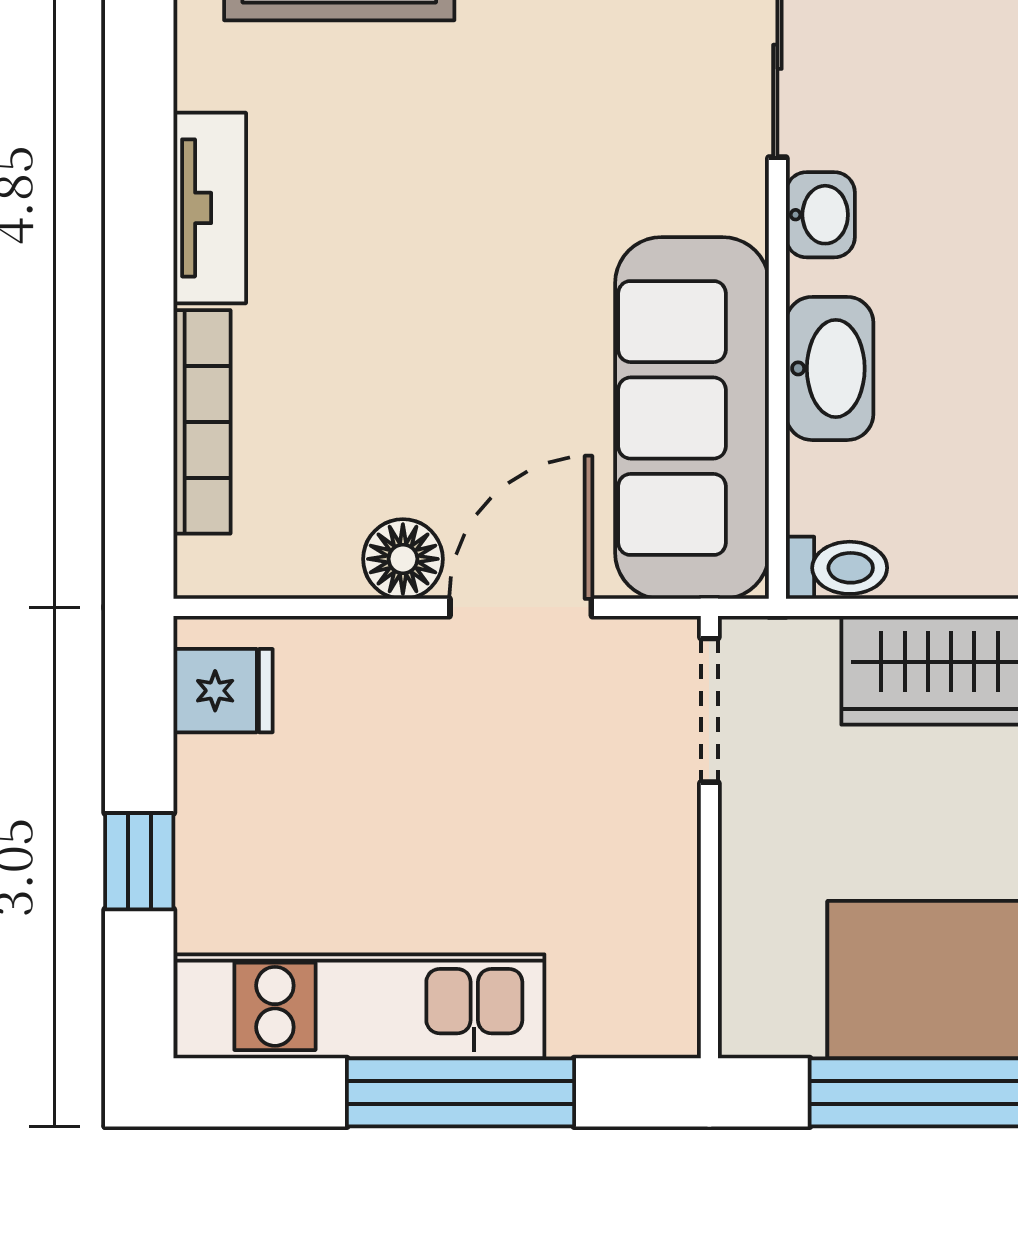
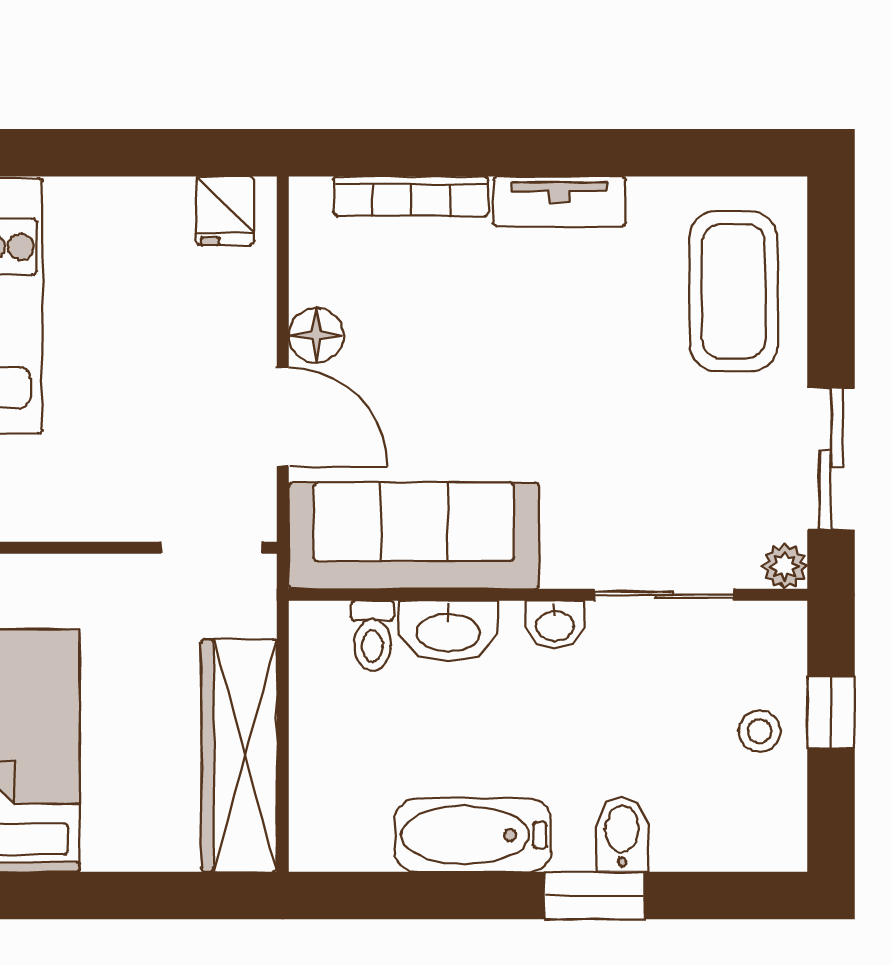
toilet: (837, 568) -> (372, 636), moved
window: (139, 861) -> (107, 153), removed

